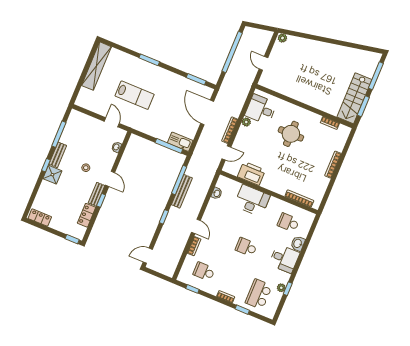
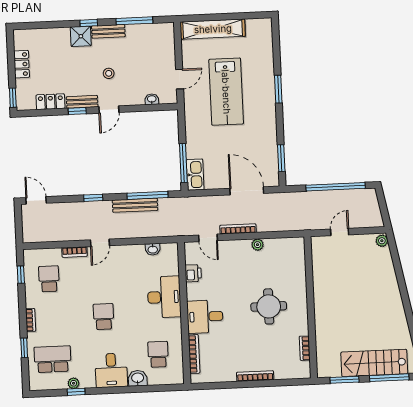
shelving: (96, 66) -> (213, 29), moved
lab bench: (135, 95) -> (226, 92), width x1.36, depth x1.39
stairs: (354, 98) -> (374, 363), moved
desk: (261, 109) -> (205, 317), moved, turned -90
door: (207, 112) -> (247, 191), hinge flipped
printer: (251, 173) -> (193, 273), width x0.53, depth x0.68
locker: (40, 218) -> (22, 64), moved

